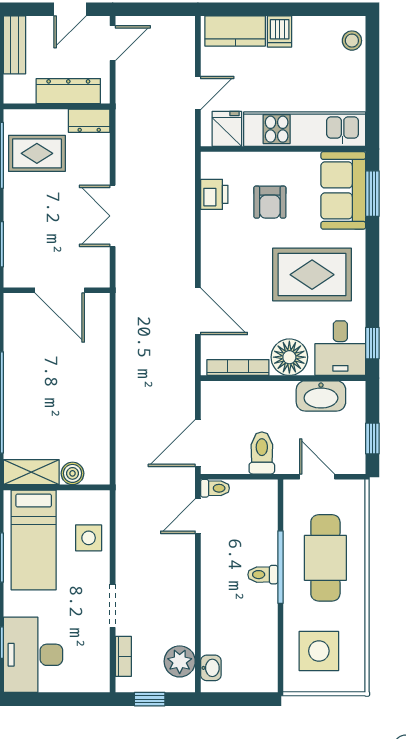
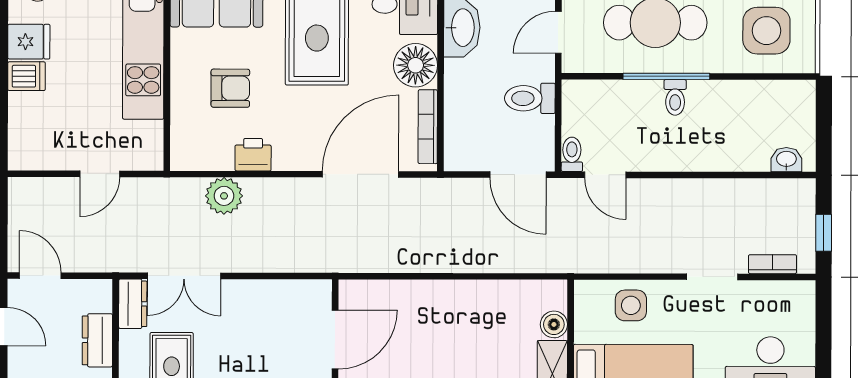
kitchen counter: (235, 31) -> (26, 129), removed
dresser: (68, 91) -> (97, 340), width x0.70
door: (198, 93) -> (100, 174), swing flipped
fridge: (227, 129) -> (29, 42), moved, turned 180
printer: (214, 194) -> (253, 155), moved
double door: (113, 216) -> (184, 276), moved
door: (198, 311) -> (361, 174), width x1.36
plant: (180, 661) -> (224, 196), moved

